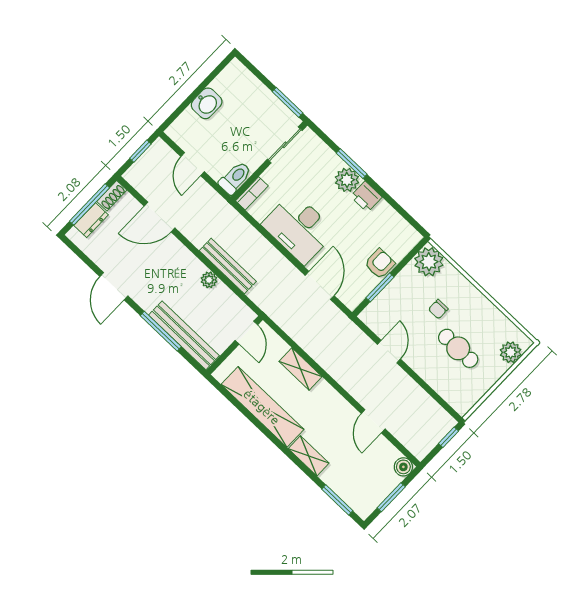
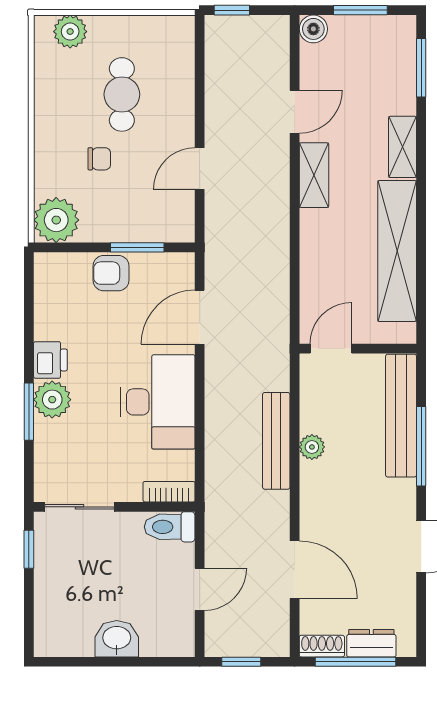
window: (288, 102) -> (29, 549), width x0.67
shelving: (300, 369) -> (314, 175), moved

